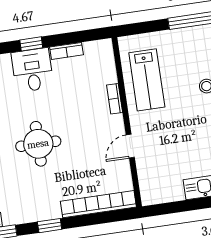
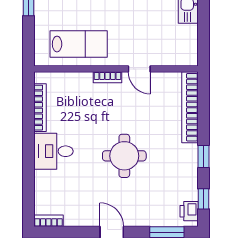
window: (31, 44) -> (28, 149), removed
bookcase: (66, 51) -> (40, 108), width x1.56
bookcase: (115, 99) -> (108, 77), moved

